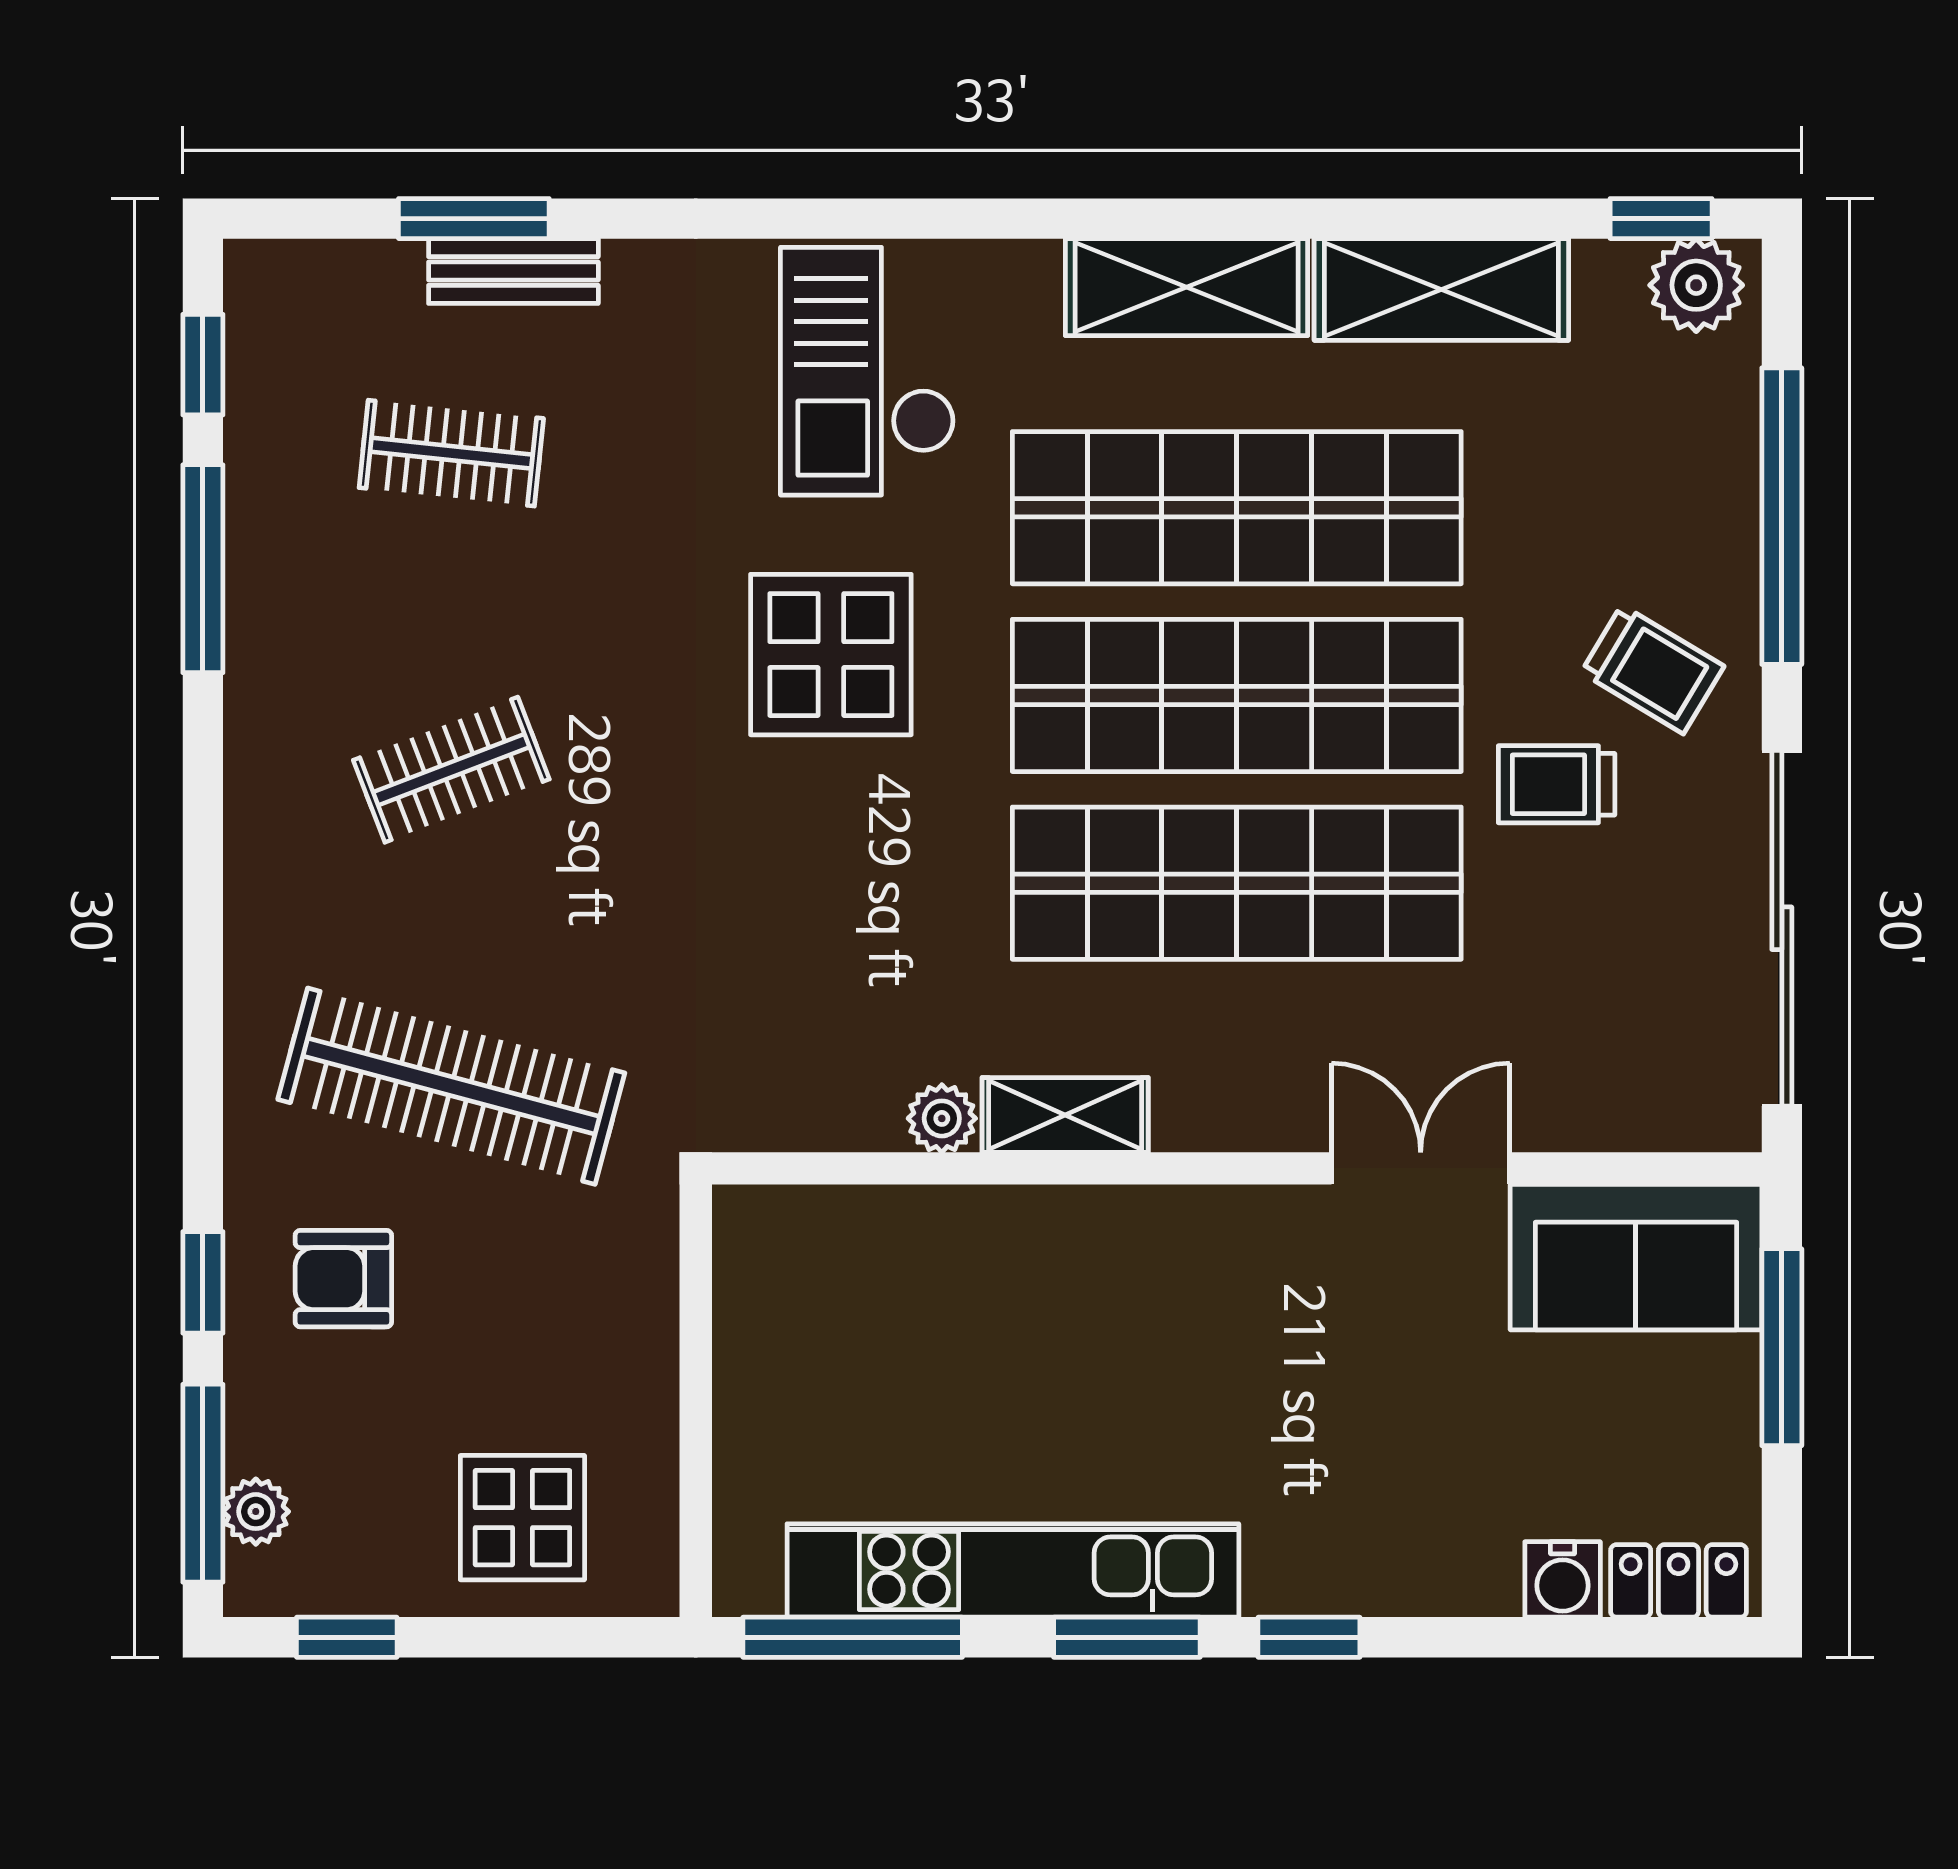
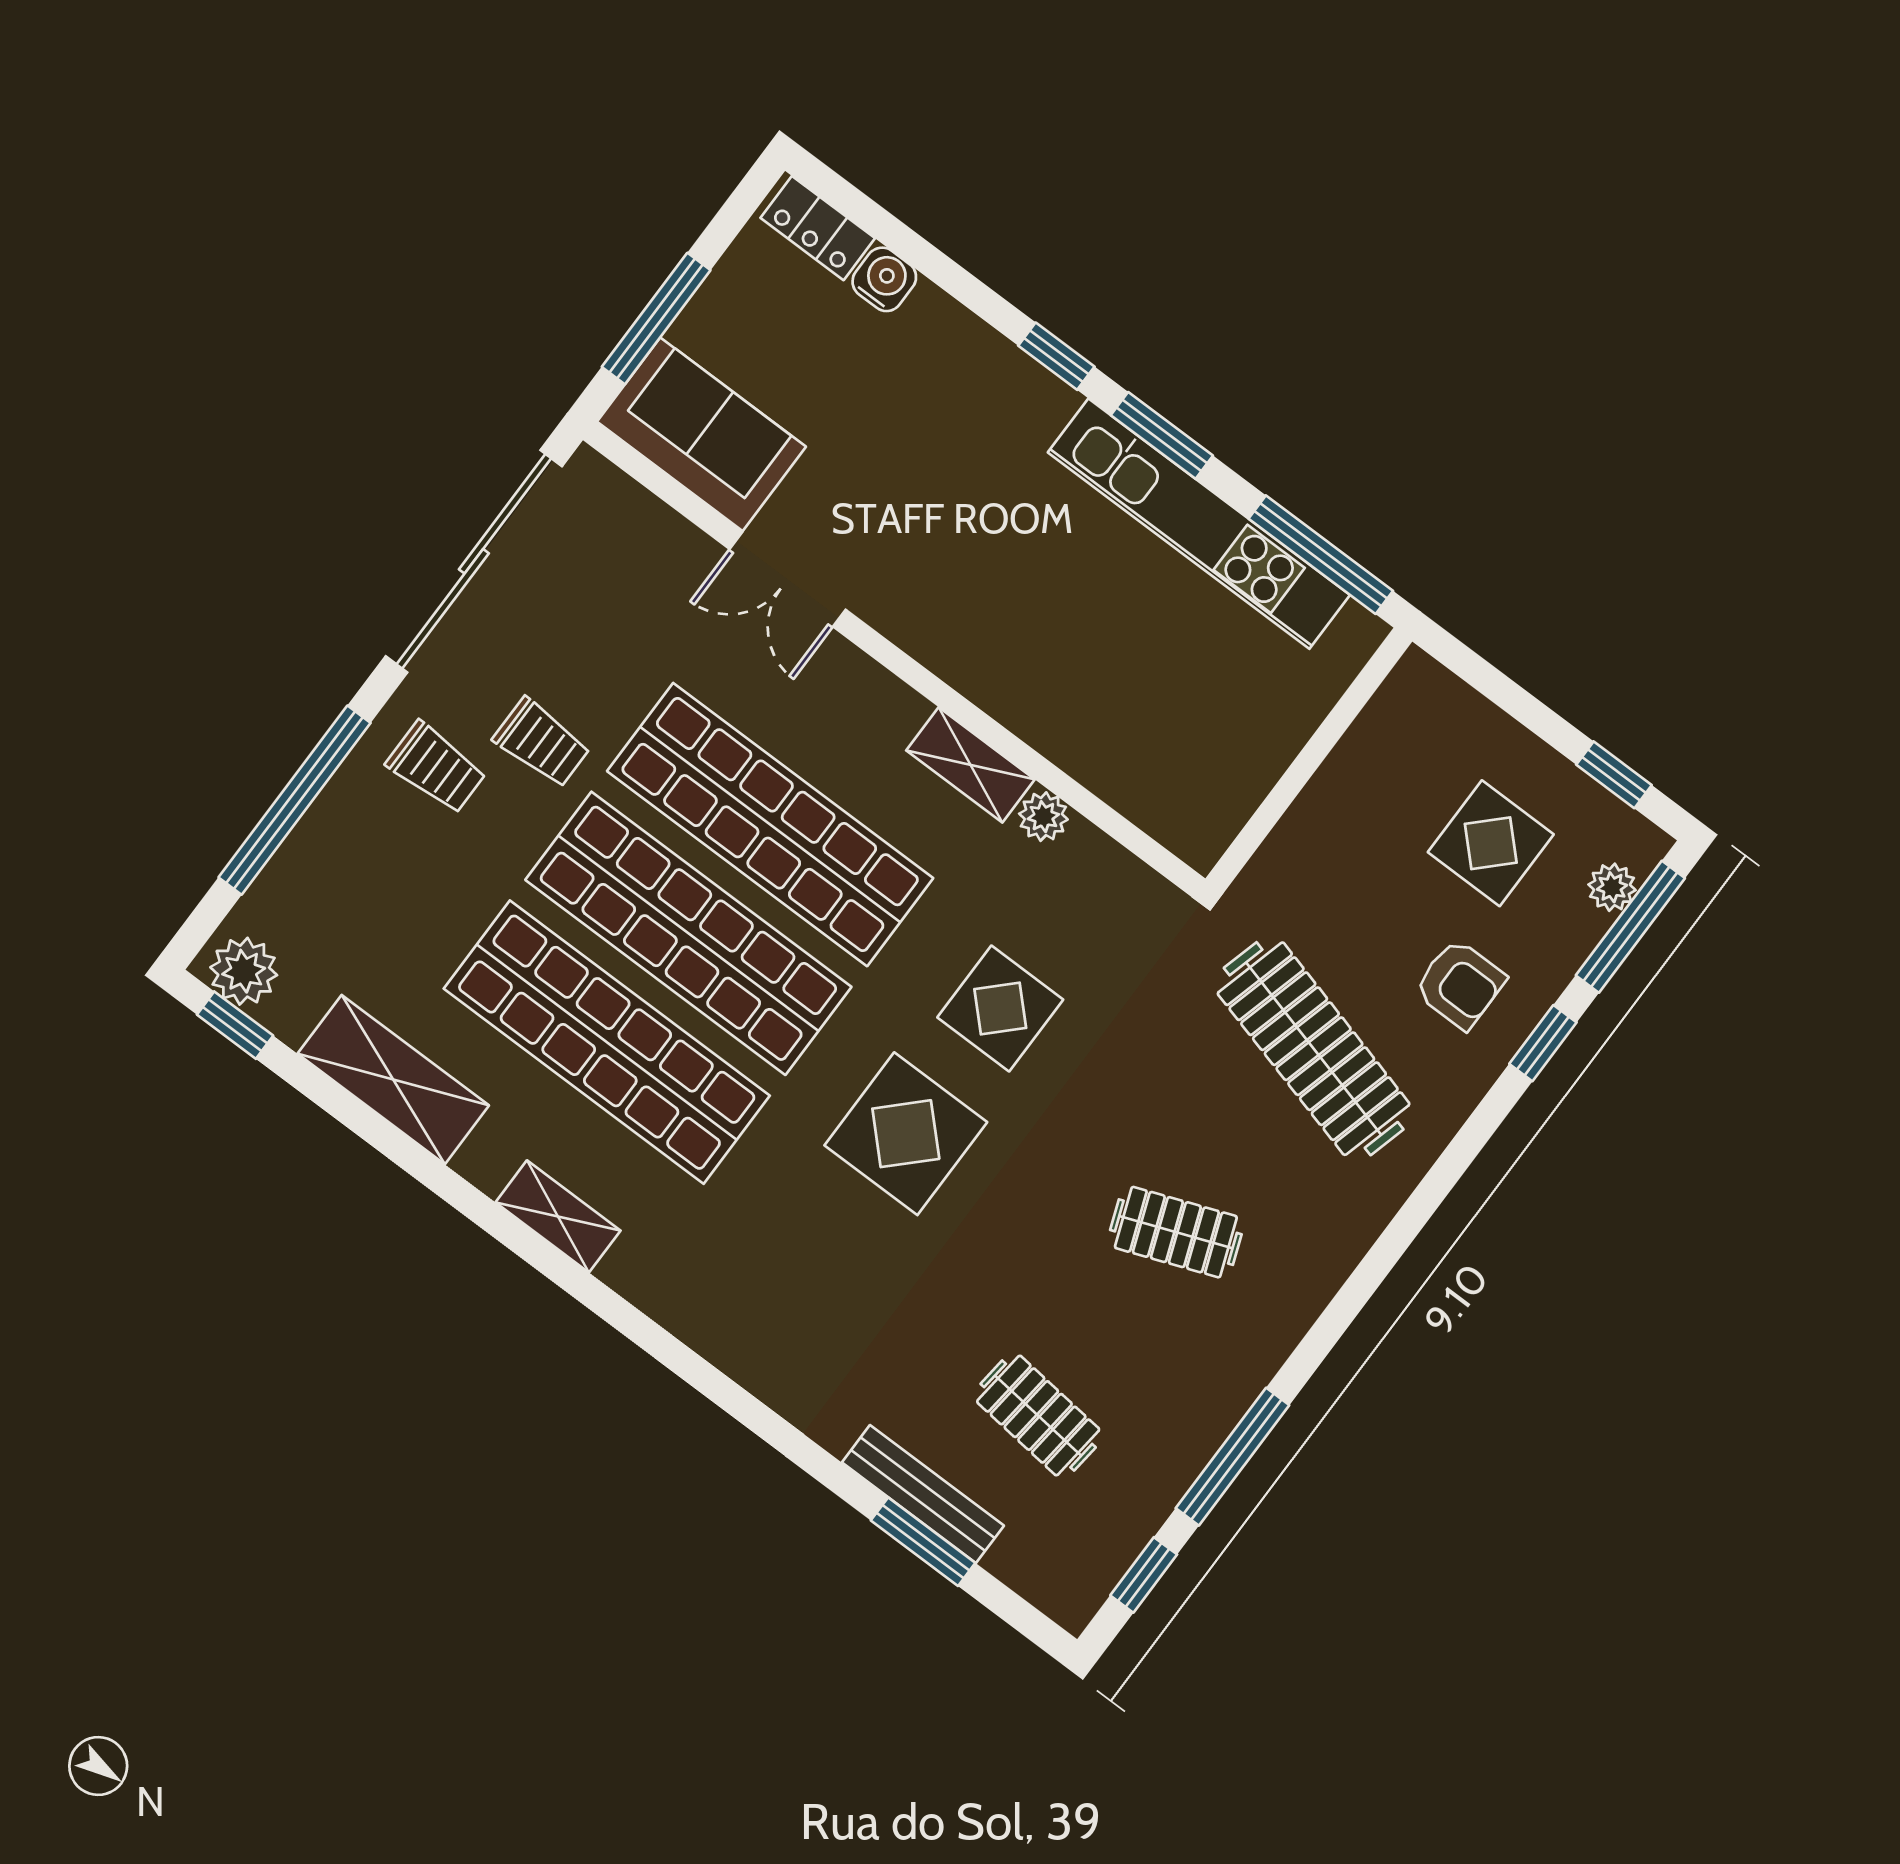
bench: (513, 271) -> (923, 1494), width x1.36
shelving: (1187, 287) -> (558, 1216), width x0.67, depth x0.75
checkout: (868, 371) -> (761, 1282), removed
trolley: (1653, 669) -> (436, 768), turned 149
display table: (830, 871) -> (1000, 1009), added
display table: (522, 1518) -> (1491, 843), moved

